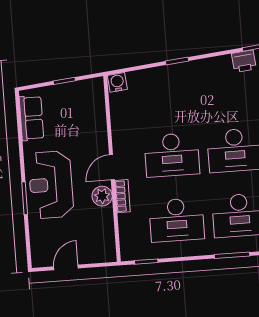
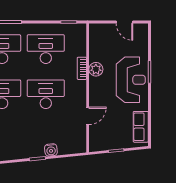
water cooler: (117, 82) -> (51, 150), moved
door: (112, 167) -> (88, 116), moved
door: (66, 267) -> (124, 22), hinge flipped

